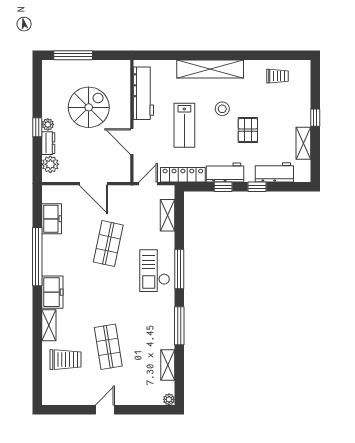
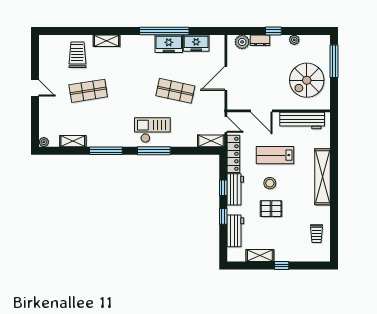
spiral stairs: (89, 107) -> (307, 80), moved, turned 90
stool: (222, 109) -> (270, 183), moved
plant: (48, 124) -> (294, 40), moved
door: (132, 142) -> (261, 111), swing flipped
shelving: (168, 215) -> (211, 141), moved
freezer: (52, 292) -> (169, 44), moved
trolley: (65, 360) -> (77, 55), turned 180

